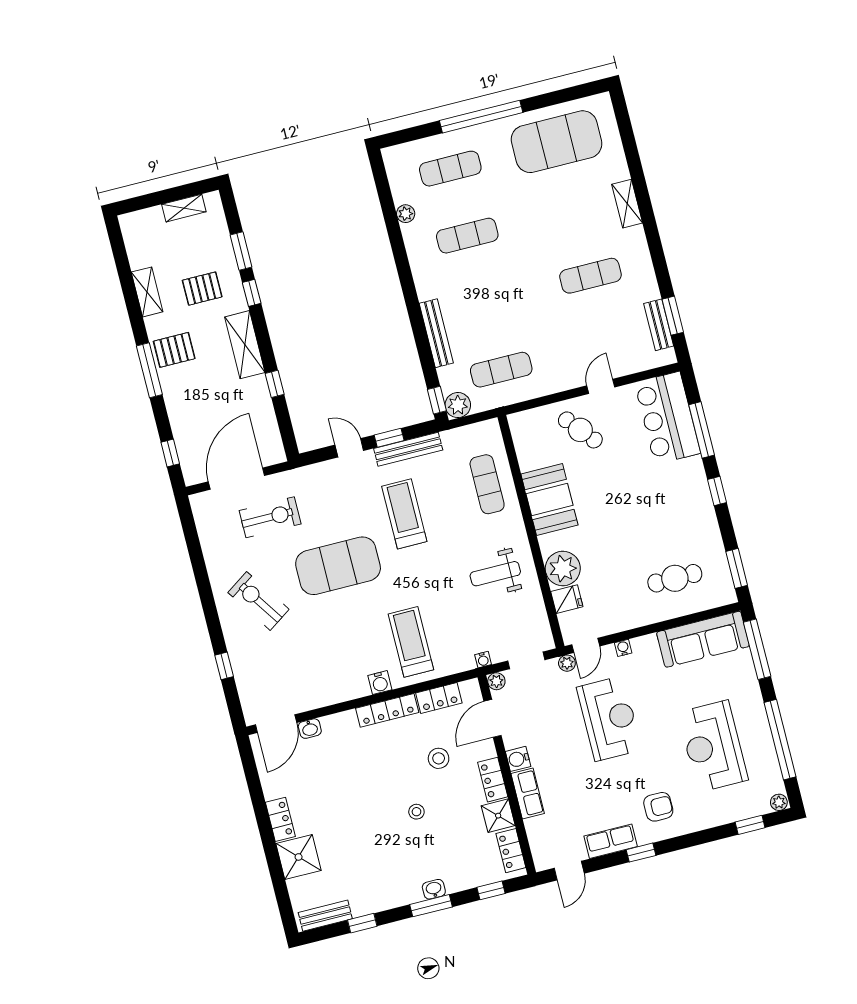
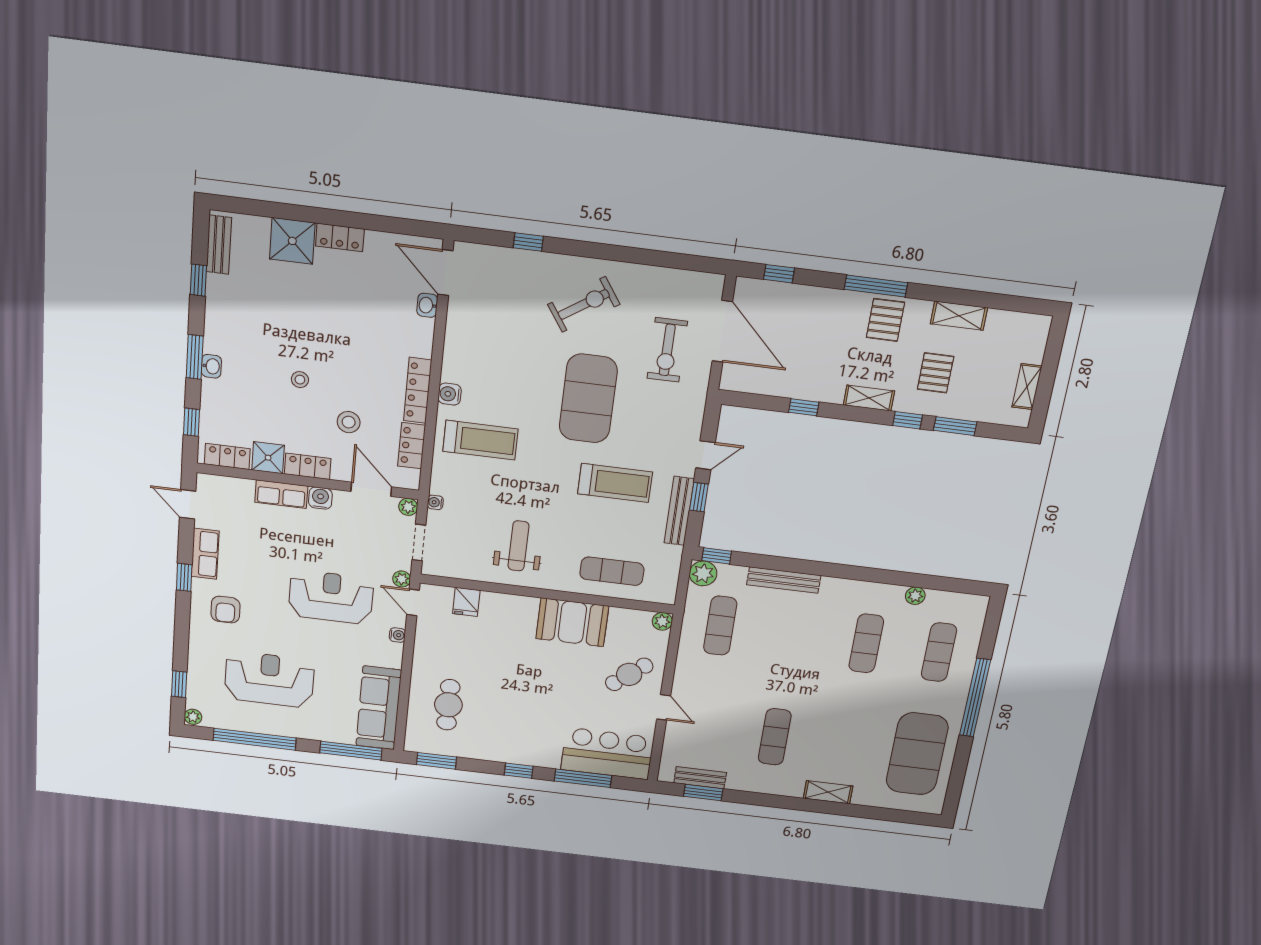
shelving: (245, 345) -> (869, 398), width x0.67, depth x0.75
plant: (563, 569) -> (662, 621), moved, width x0.53, depth x0.53
reception desk: (609, 719) -> (331, 597), turned 180

